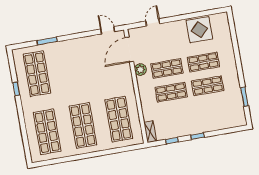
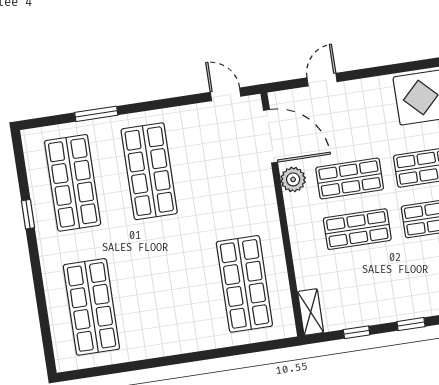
door: (129, 50) -> (270, 136), swing flipped
shop shelf: (83, 125) -> (149, 171), moved

